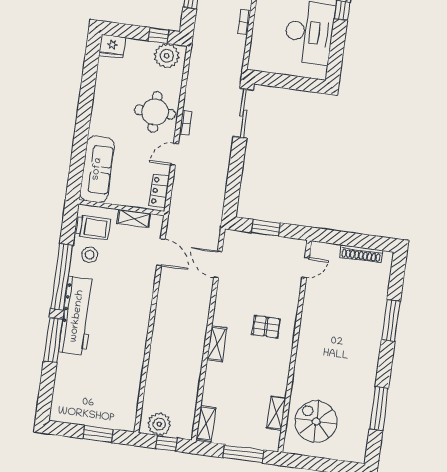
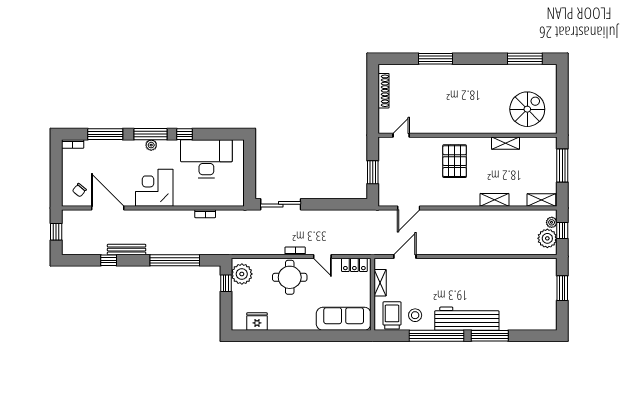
fridge: (112, 46) -> (257, 322), moved, turned -90
door: (306, 267) -> (401, 135), hinge flipped
pallet: (266, 327) -> (455, 161), width x1.50, depth x1.42
shelving: (217, 344) -> (495, 200), moved
window: (379, 409) -> (525, 59), moved
shelving: (276, 413) -> (506, 143), moved
spiral stairs: (316, 421) -> (527, 109), turned 180
plant: (178, 432) -> (552, 222), added

